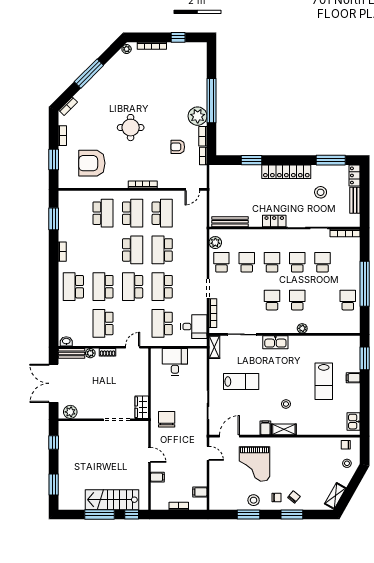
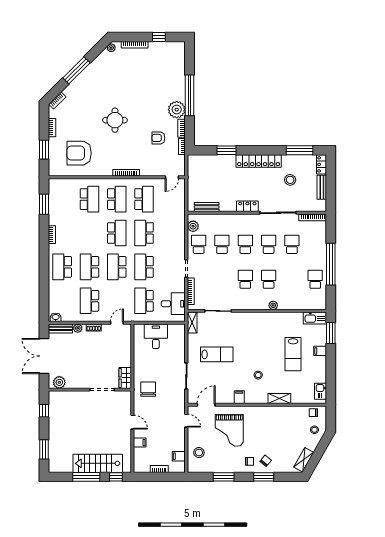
bench: (230, 222) -> (207, 207), width x0.73
kitchen sink: (275, 342) -> (315, 318), moved
shelving: (284, 429) -> (279, 399), moved
stool: (254, 500) -> (199, 452), moved

